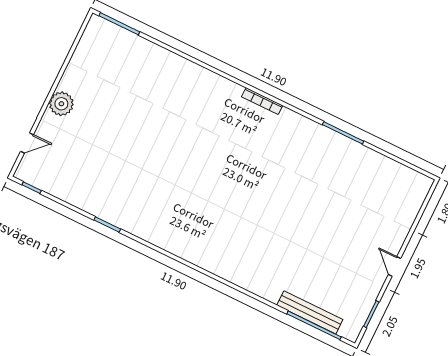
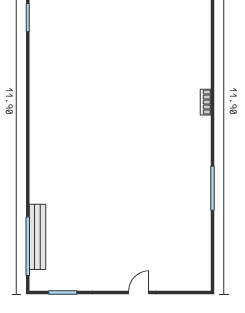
bookcase: (262, 101) -> (206, 102), width x0.64
door: (394, 266) -> (139, 292), moved

